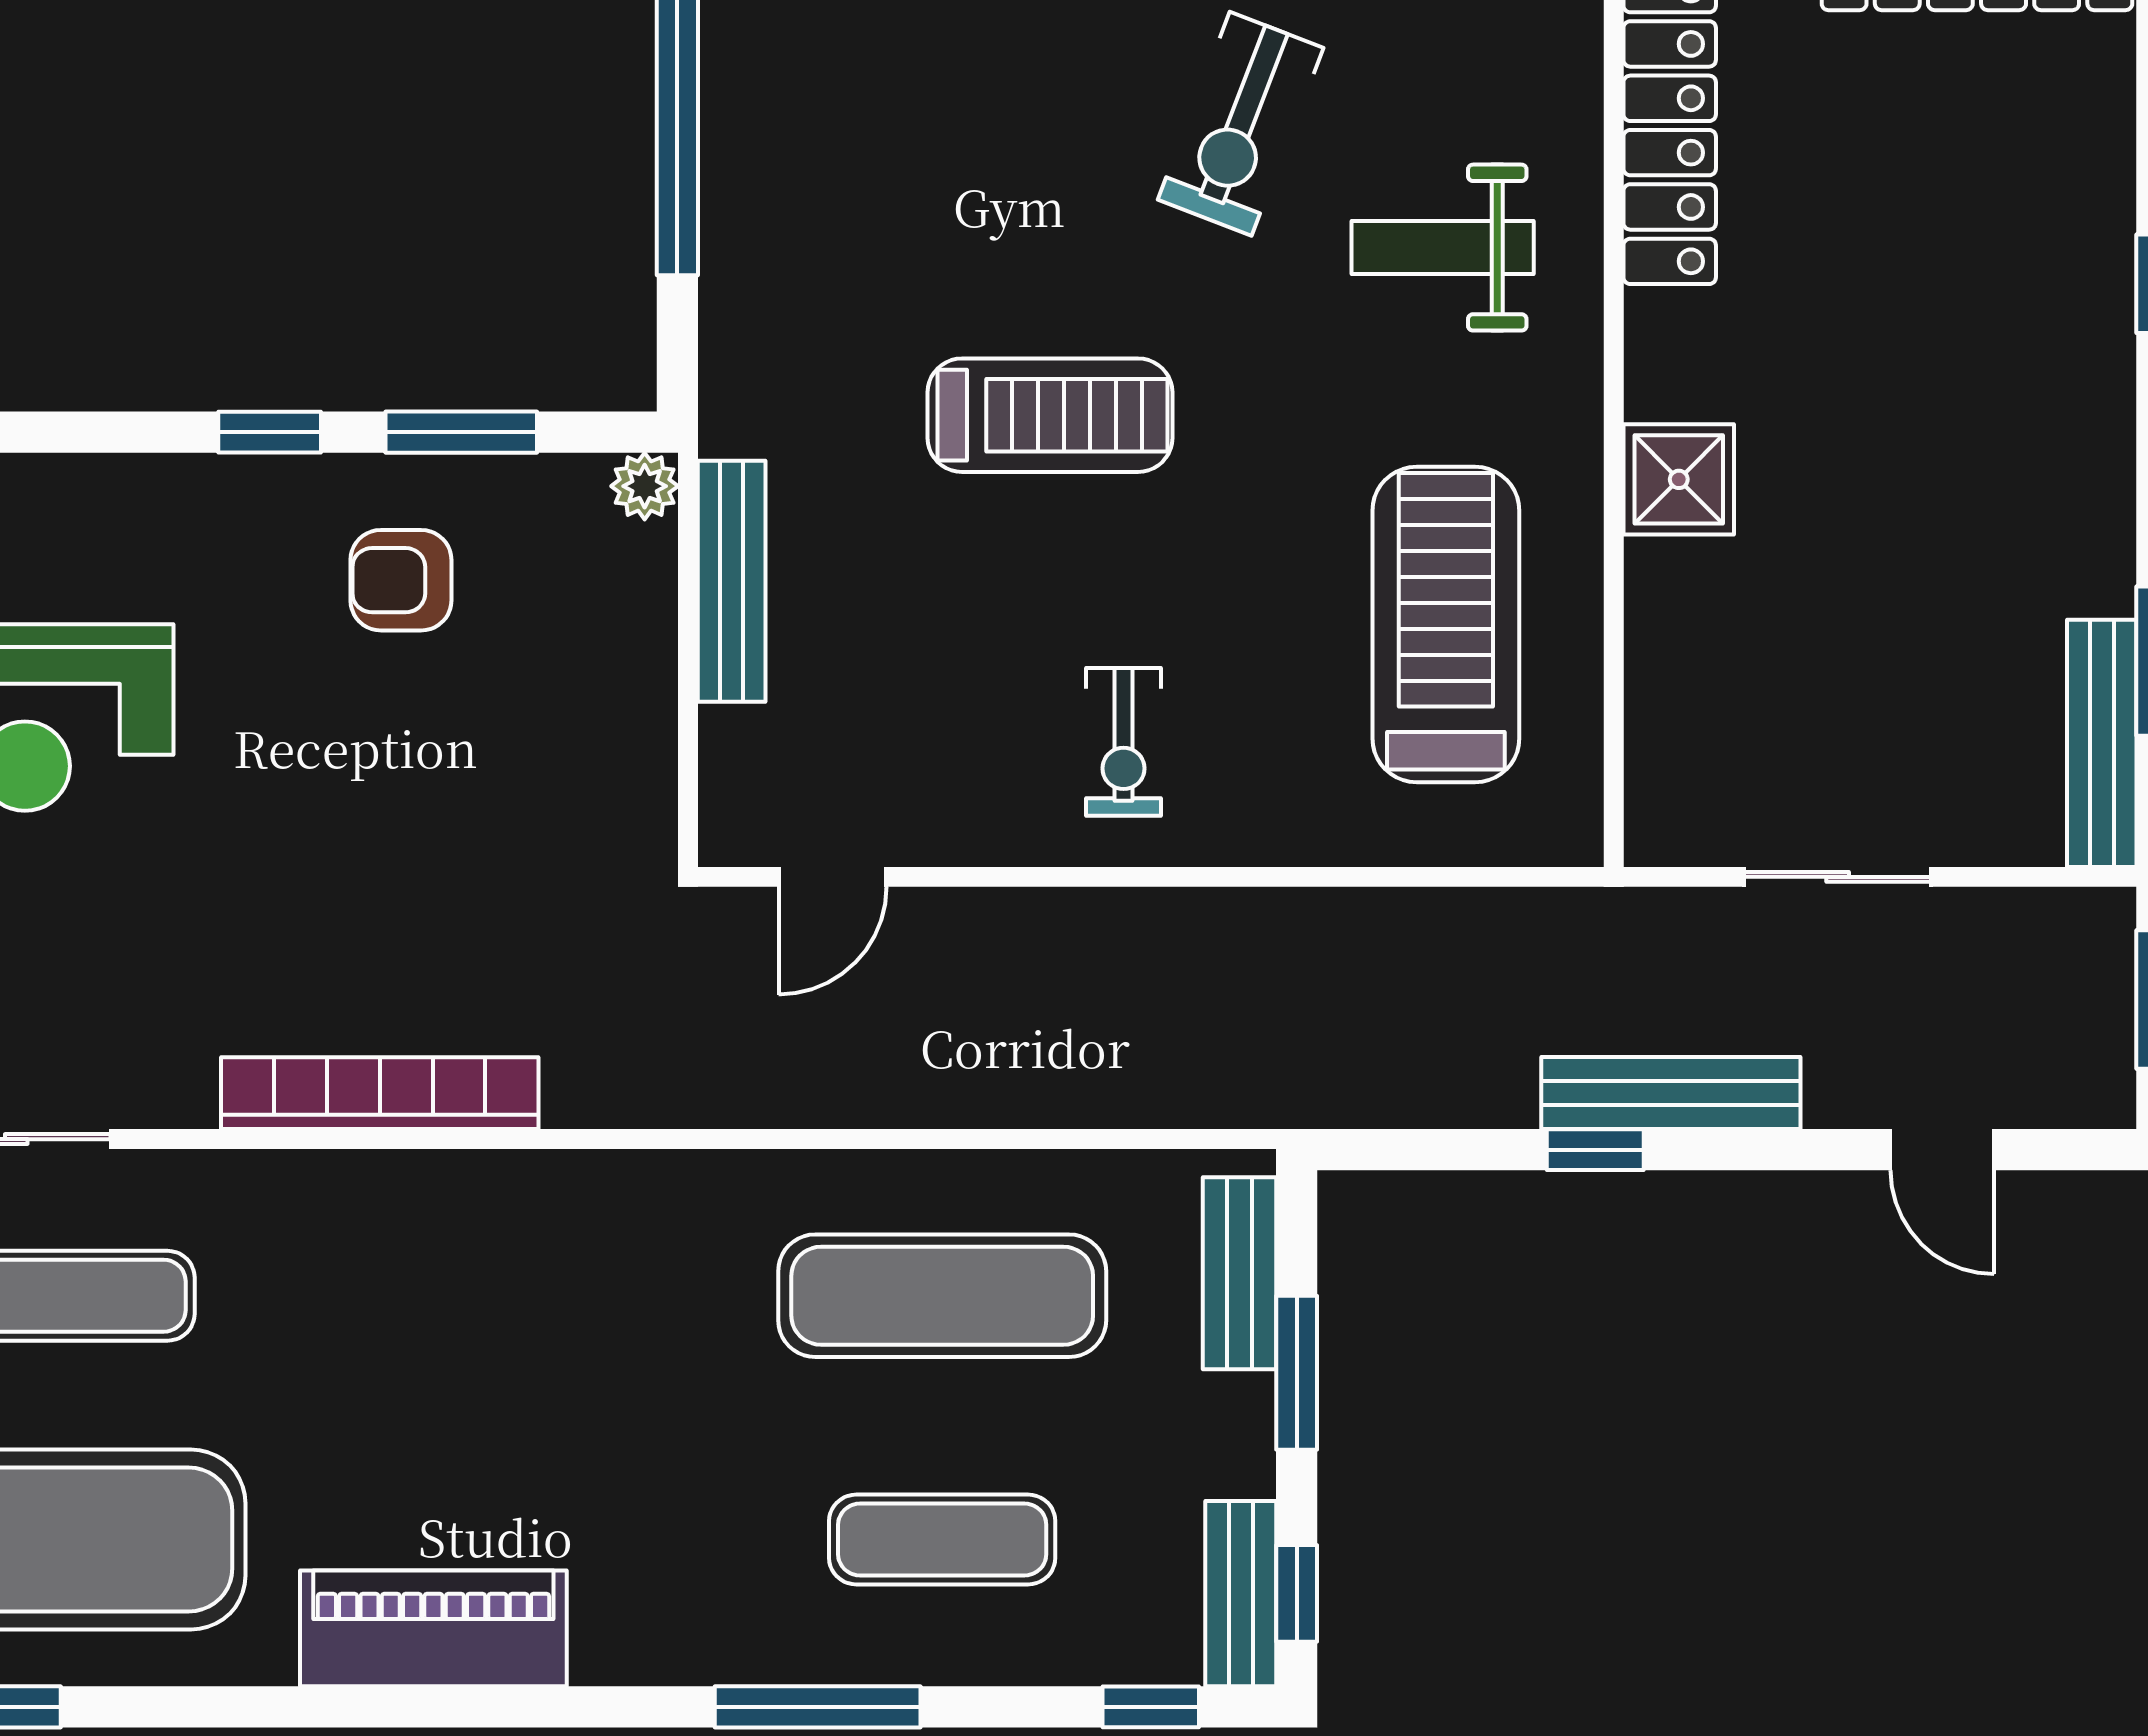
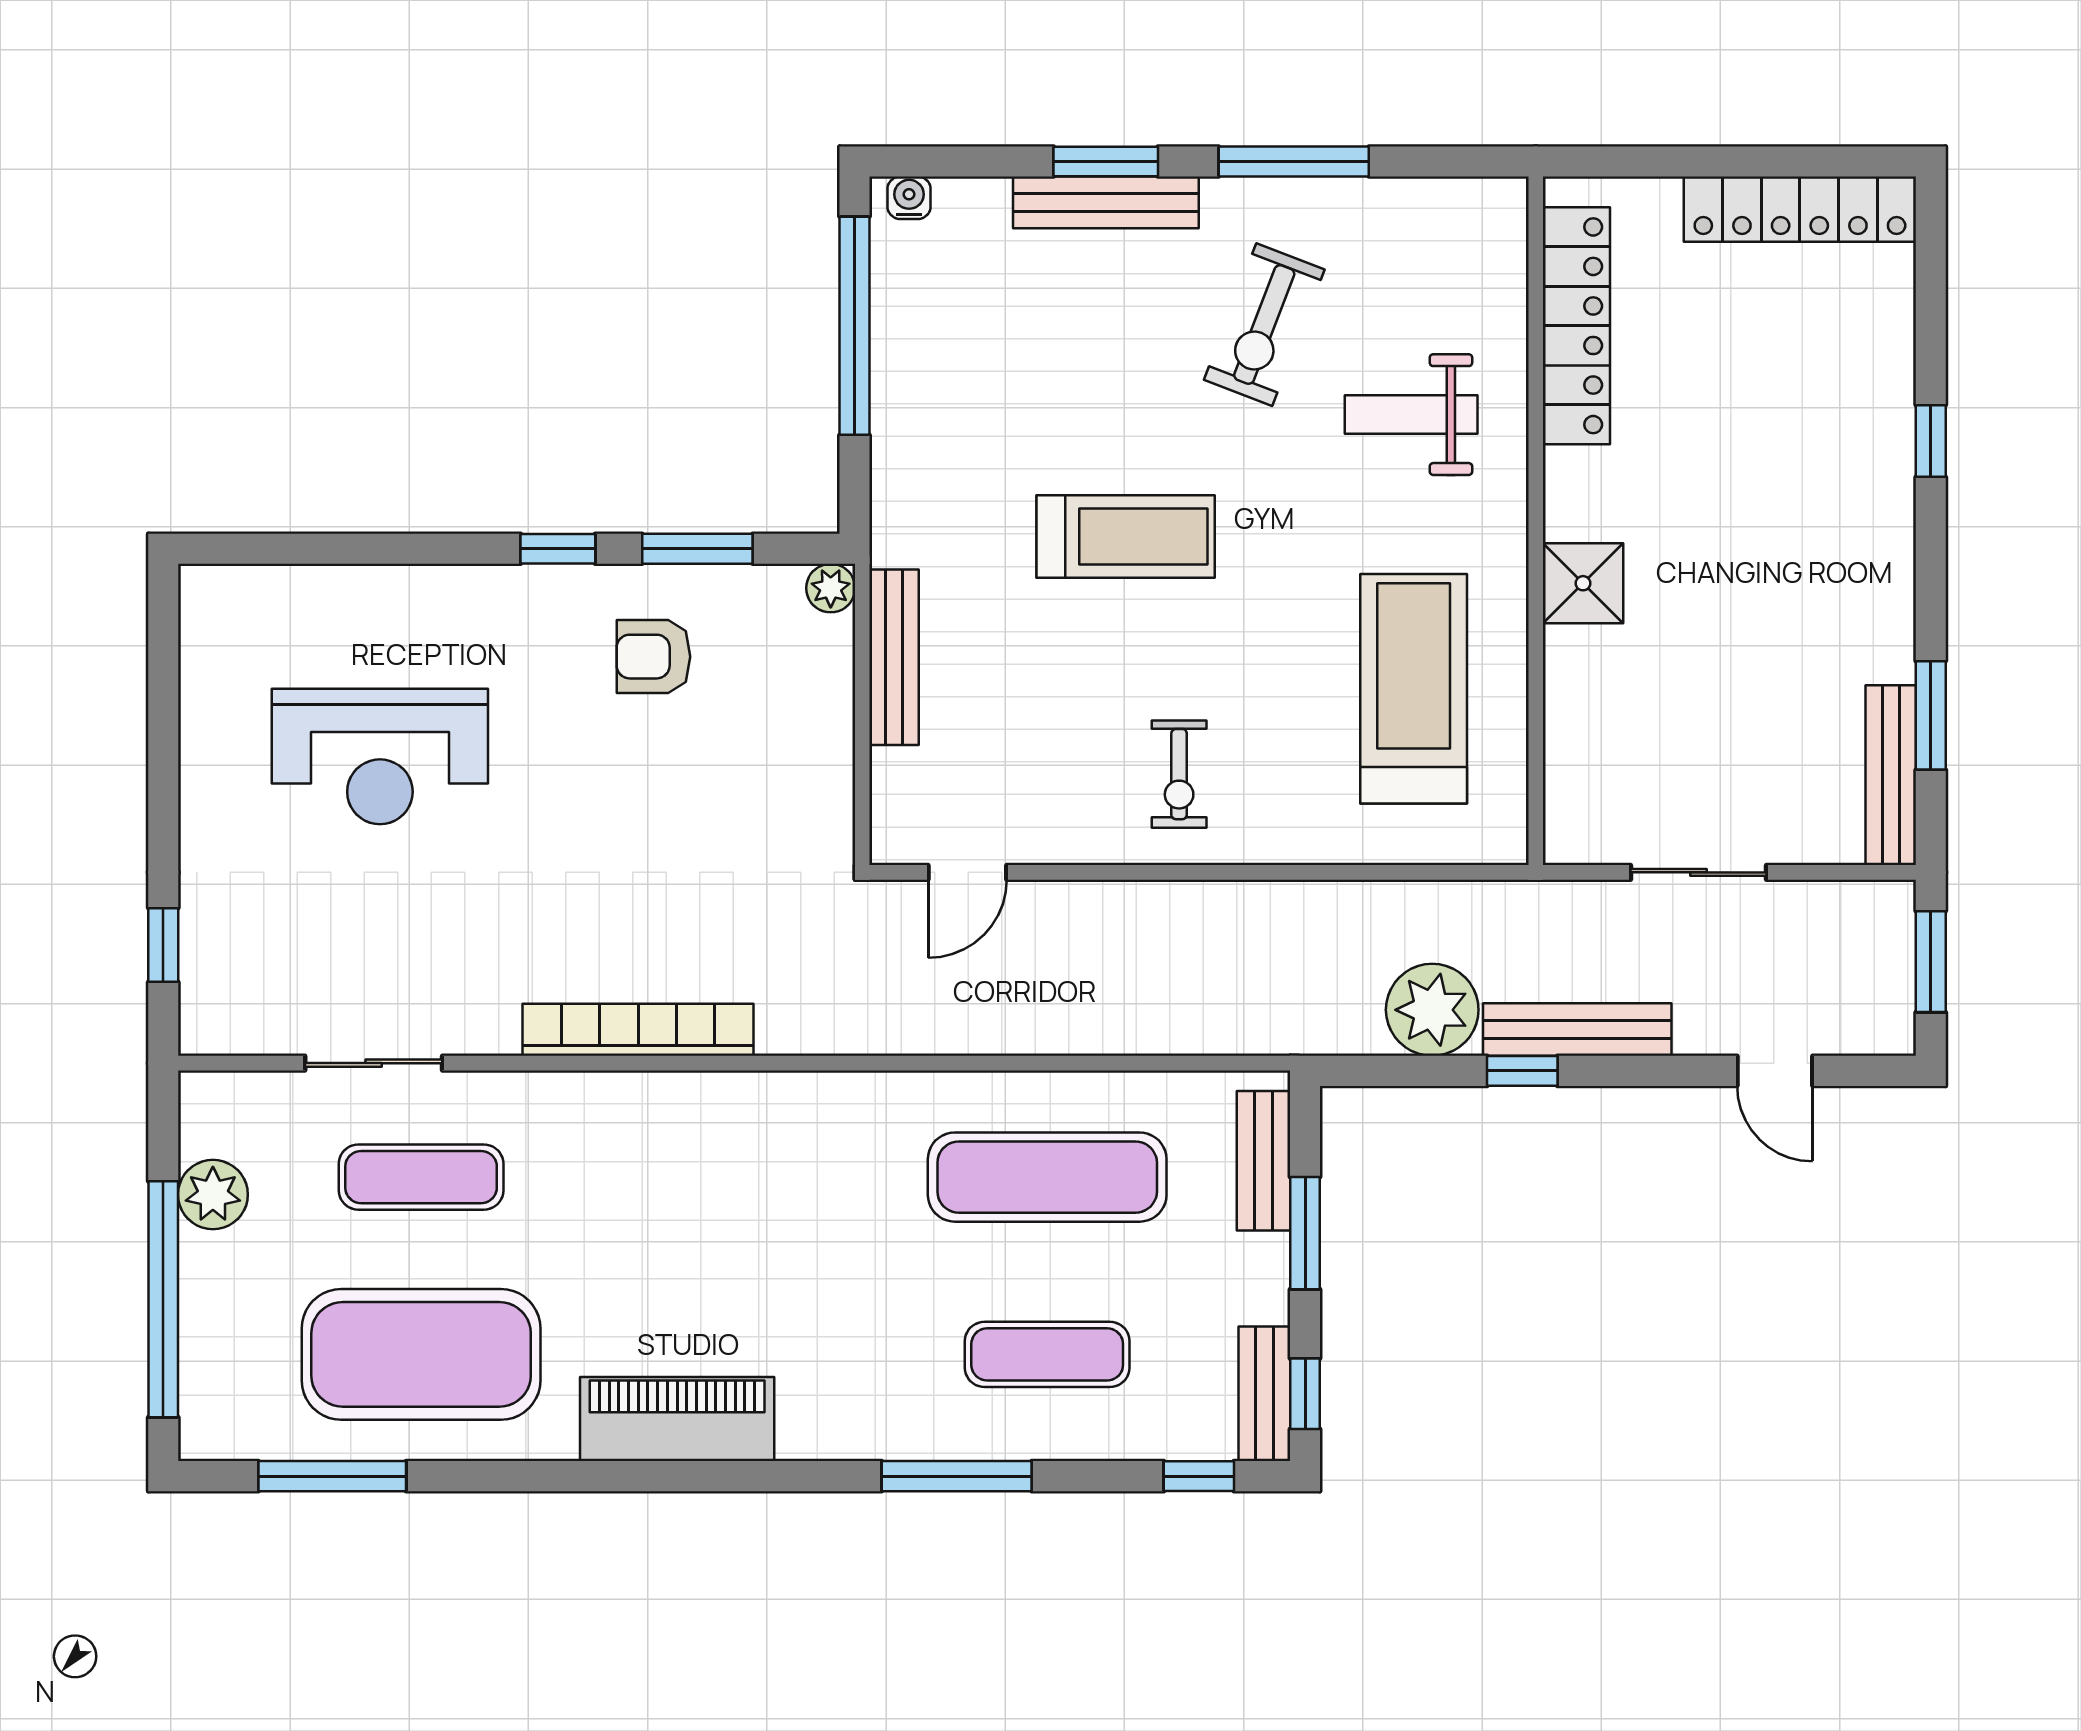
plant: (1471, 1066) -> (1432, 1010), added

